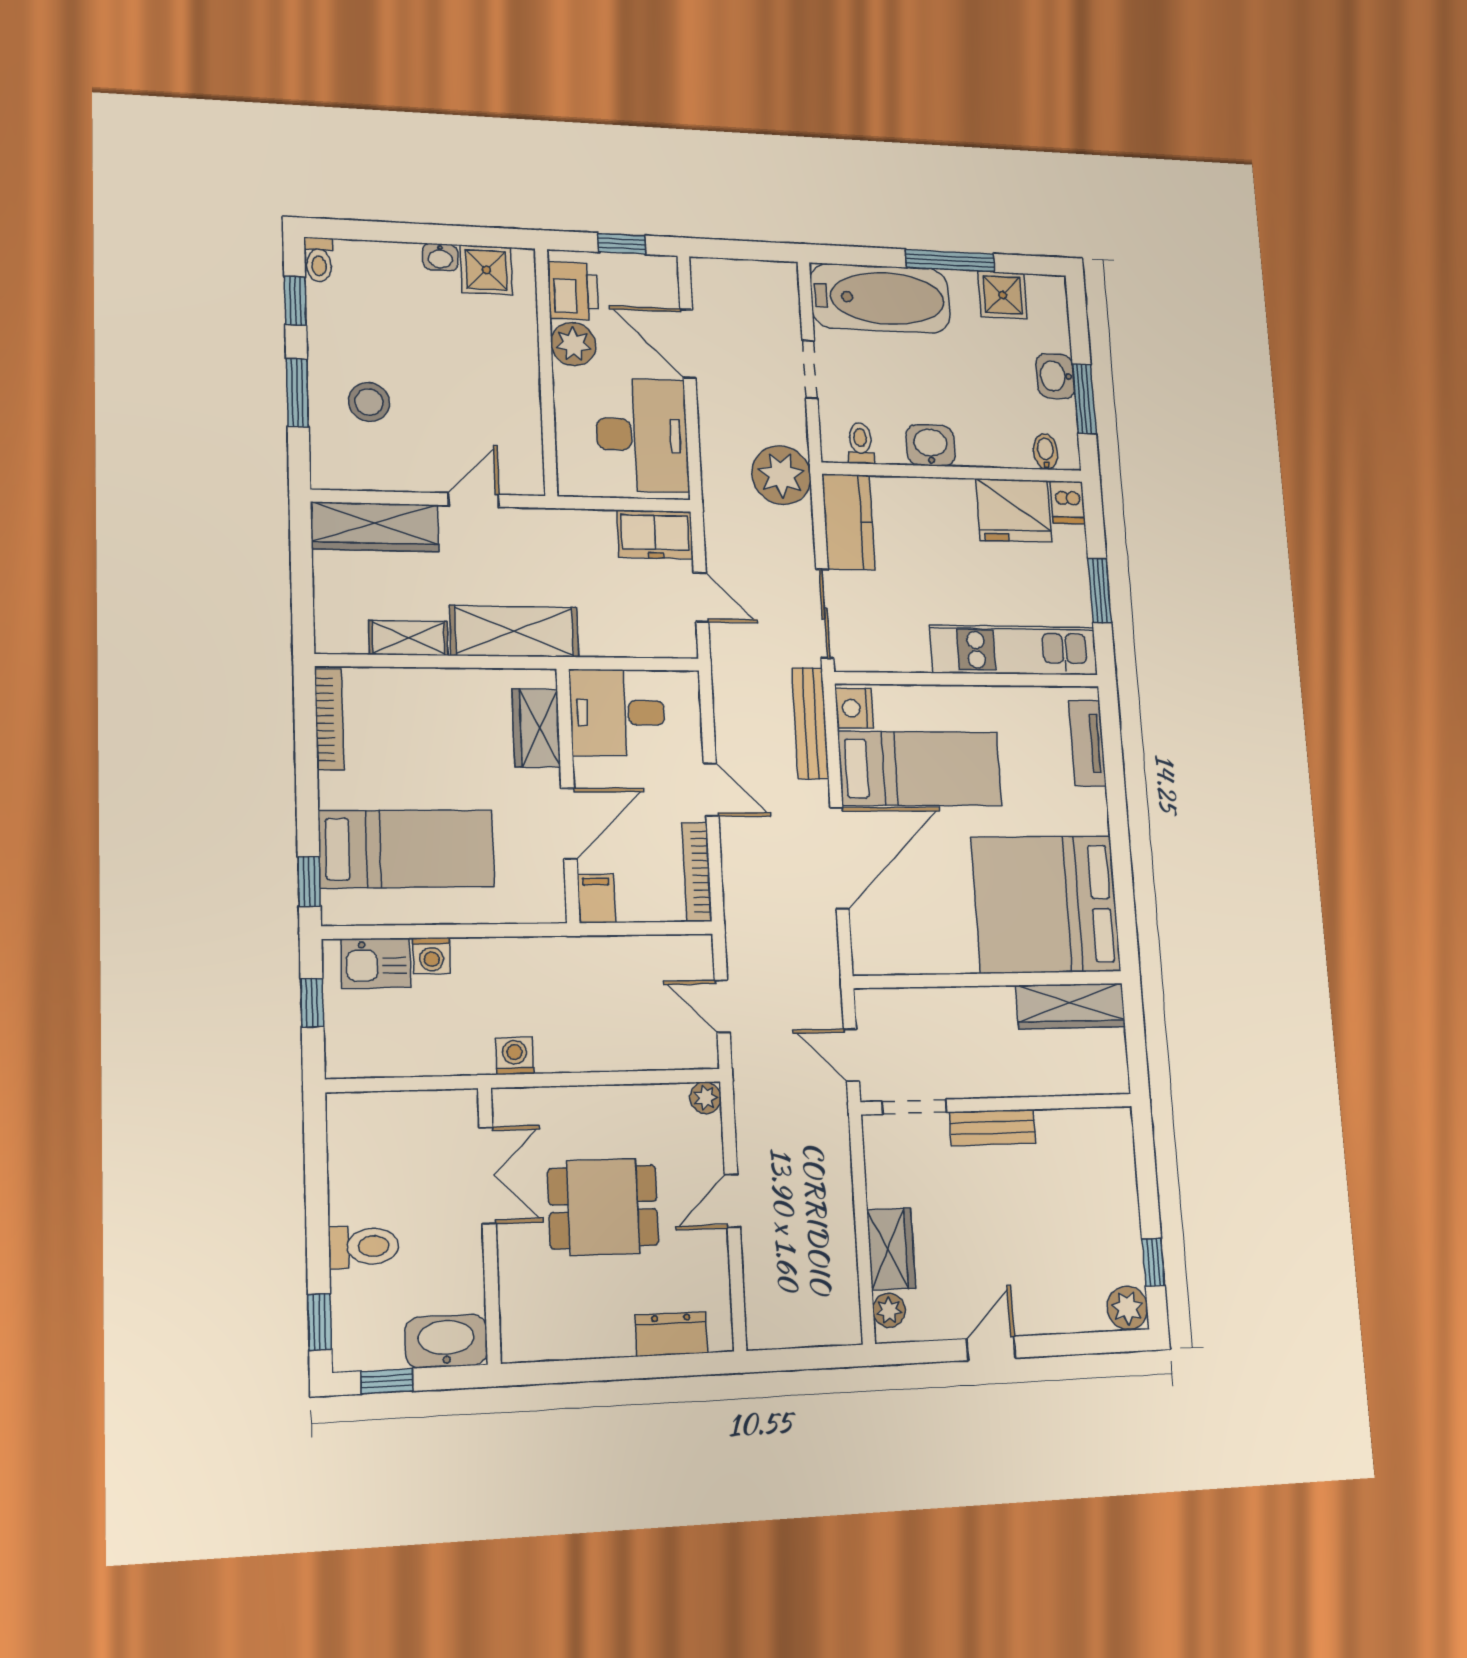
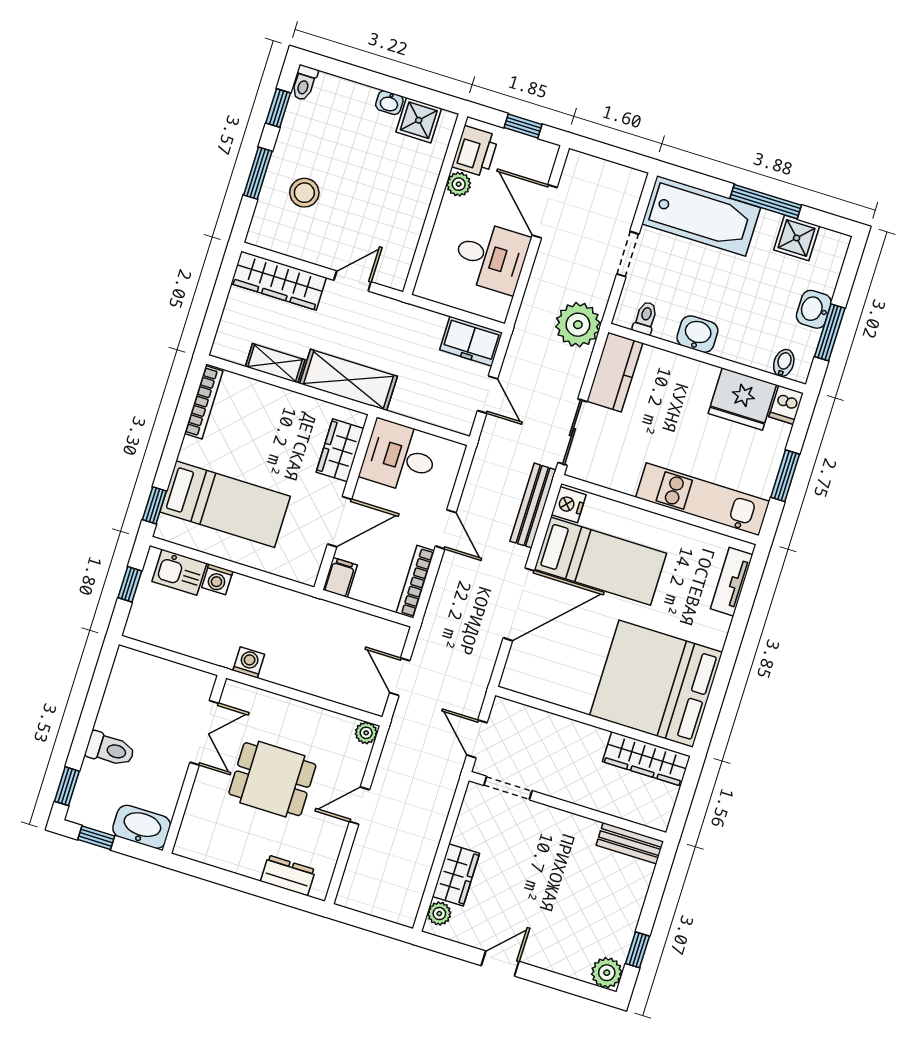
plant: (573, 344) -> (459, 184), width x0.73, depth x0.73
desk: (642, 435) -> (491, 257), width x0.73
bench: (993, 1128) -> (630, 843), moved

